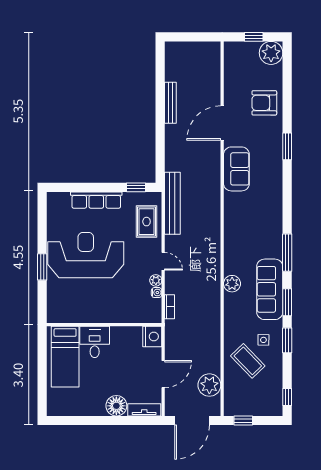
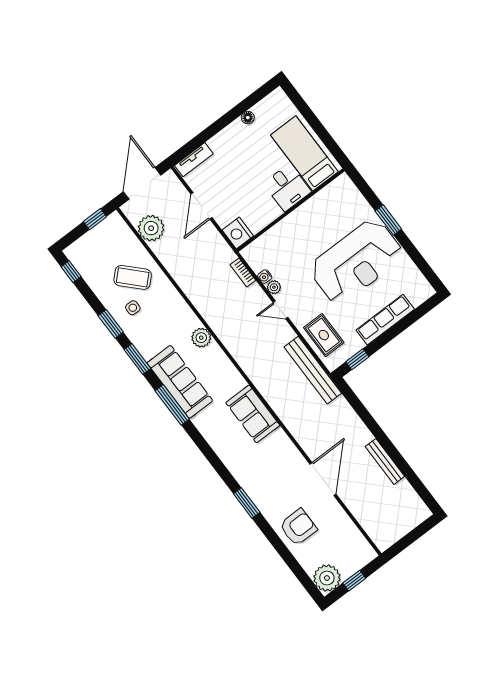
sofa: (236, 169) -> (253, 414), moved
sofa: (270, 289) -> (180, 382), moved
floor lamp: (116, 406) -> (248, 118), moved, width x0.53, depth x0.53

